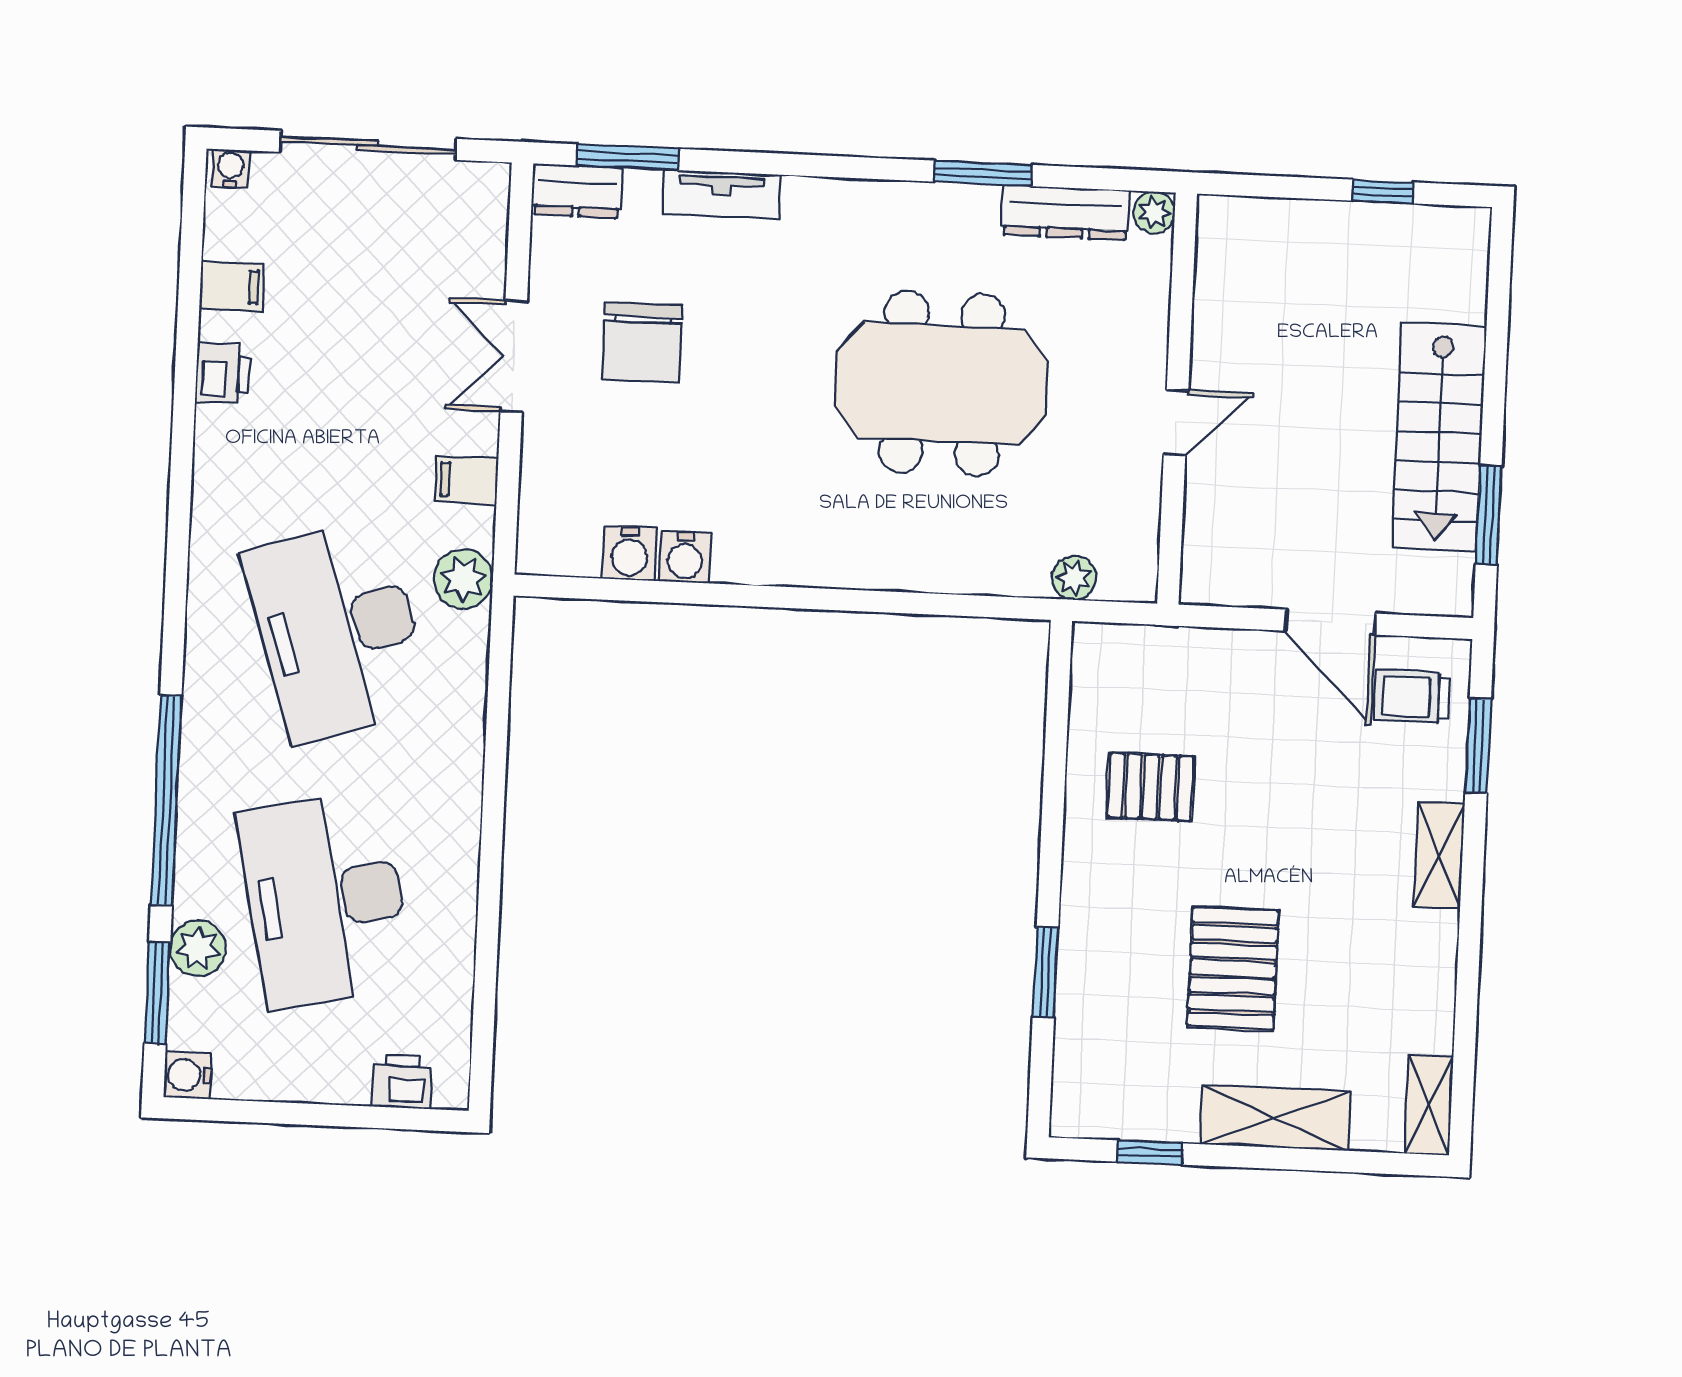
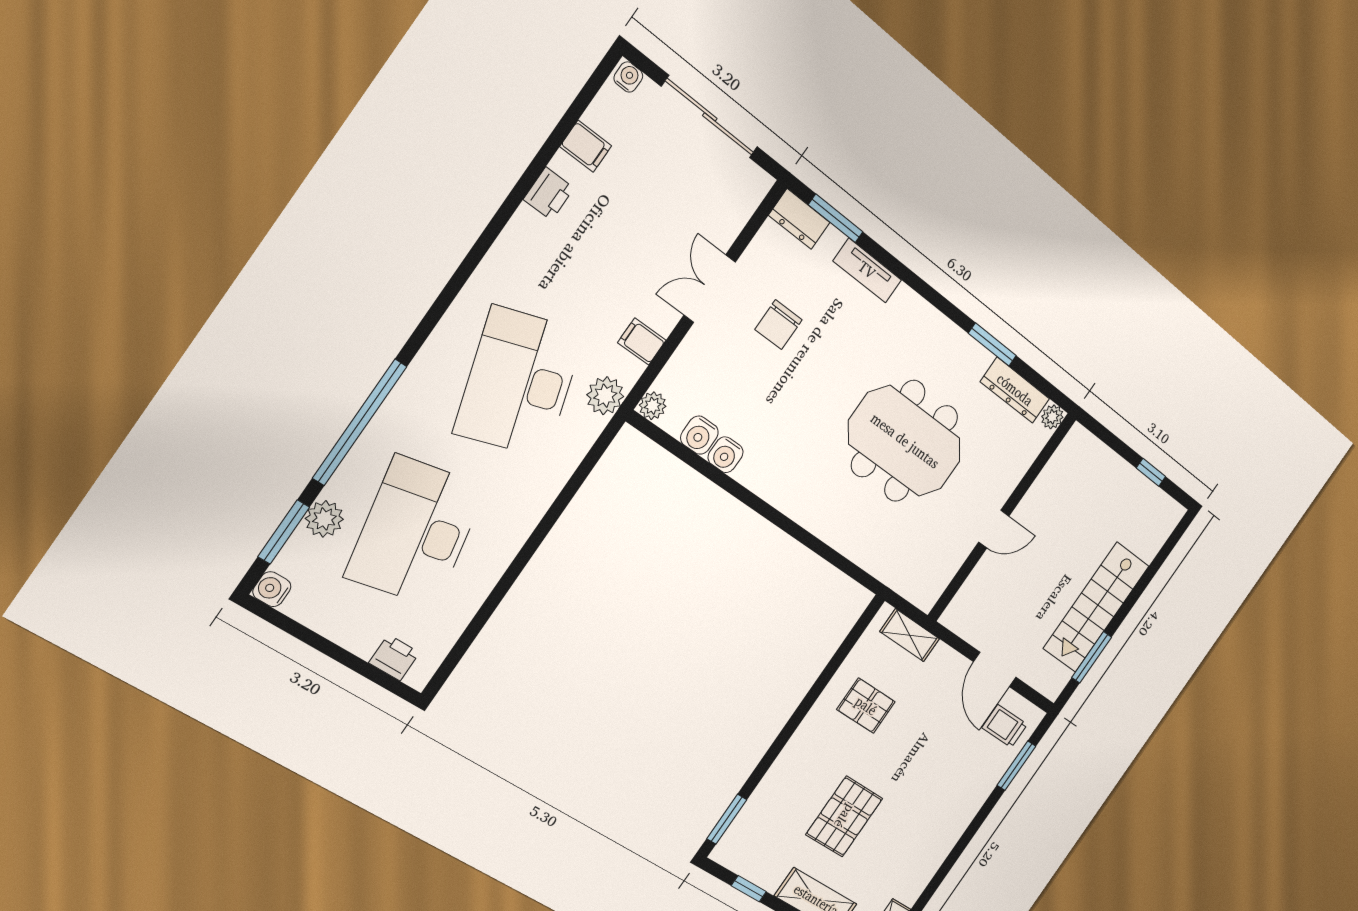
chair: (643, 343) -> (779, 325), width x0.73, depth x0.73
plant: (1074, 578) -> (653, 406), moved
shelving: (1439, 855) -> (910, 635), moved, turned 90
window: (1045, 972) -> (727, 819), moved

